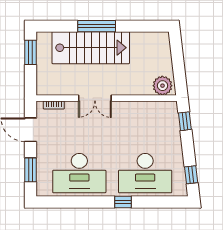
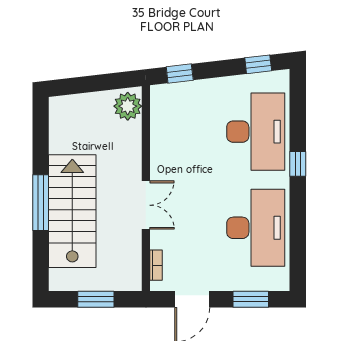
window: (30, 52) -> (96, 299), moved

